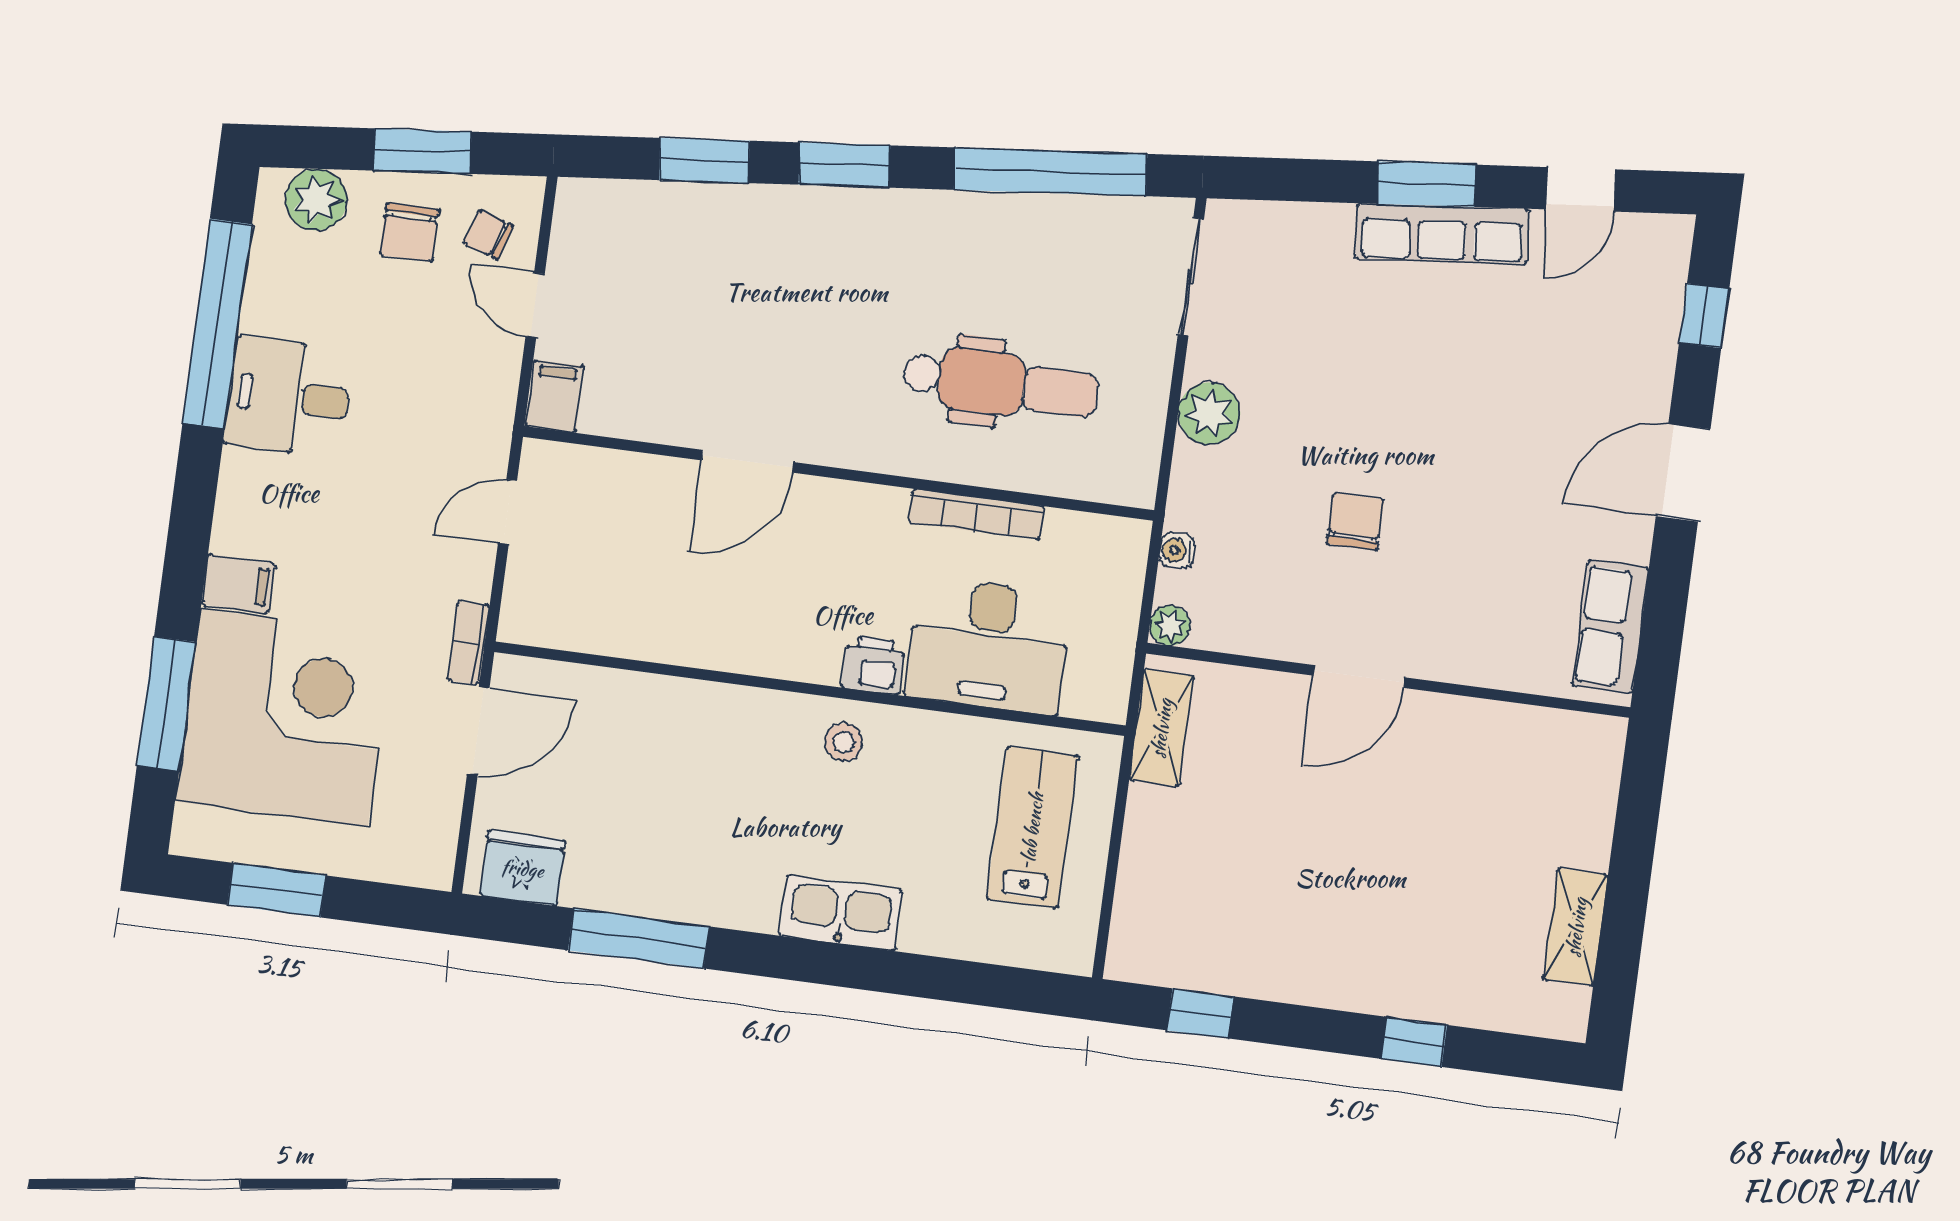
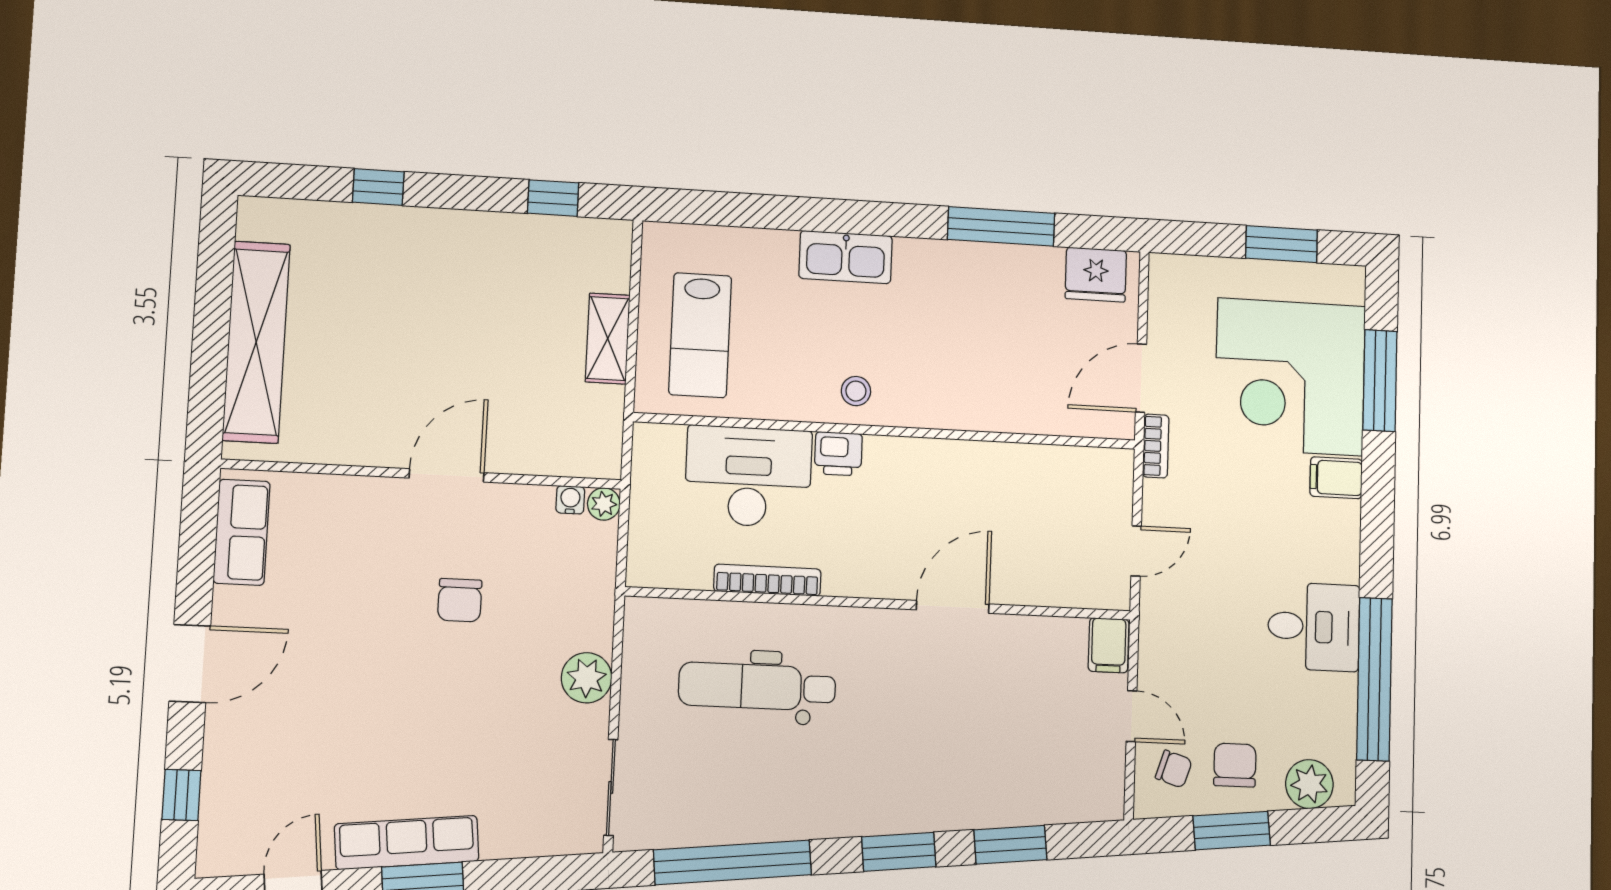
water cooler: (1177, 551) -> (570, 500), moved, turned -90
shelving: (1161, 728) -> (608, 339), moved
shelving: (1576, 927) -> (256, 342), width x2.20, depth x1.33

